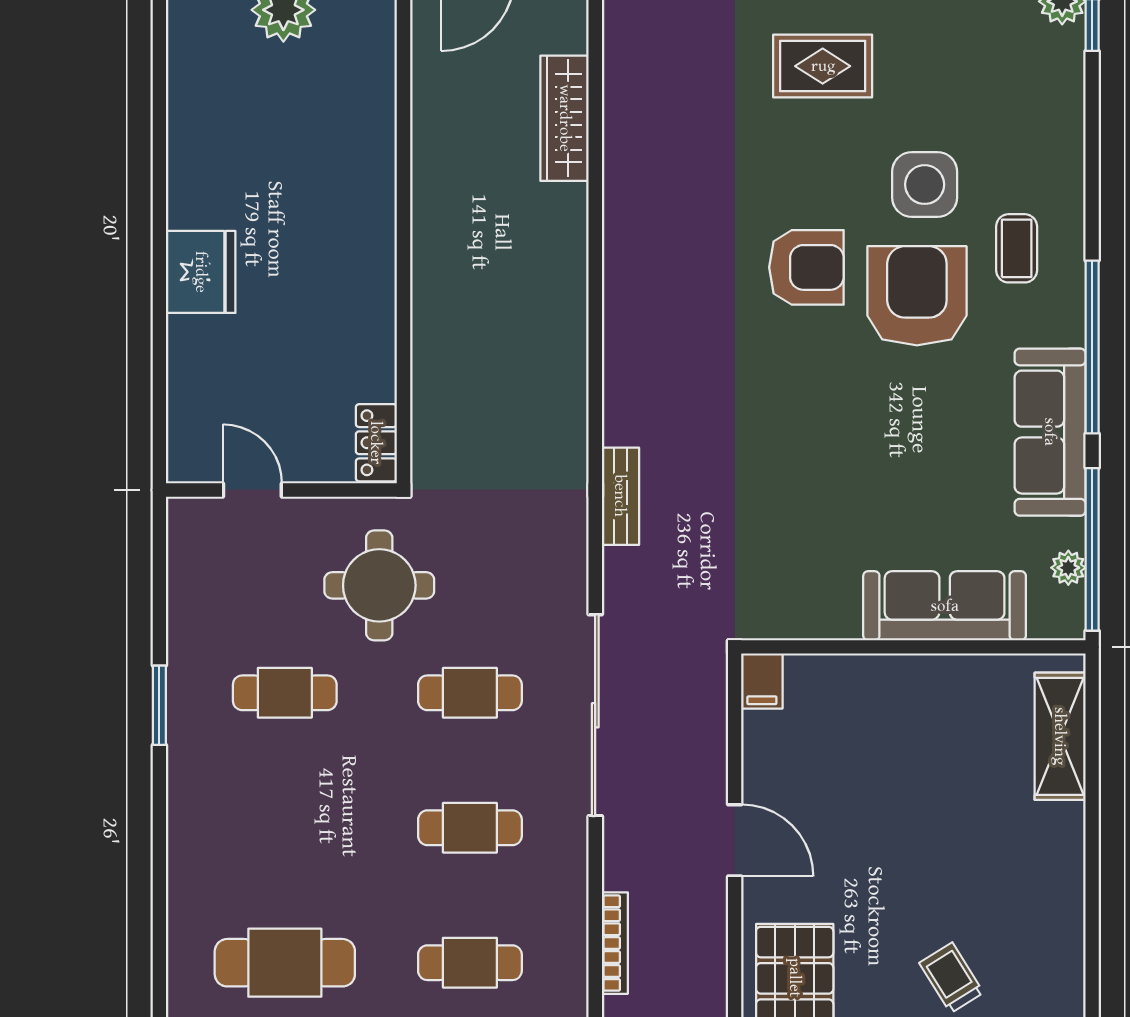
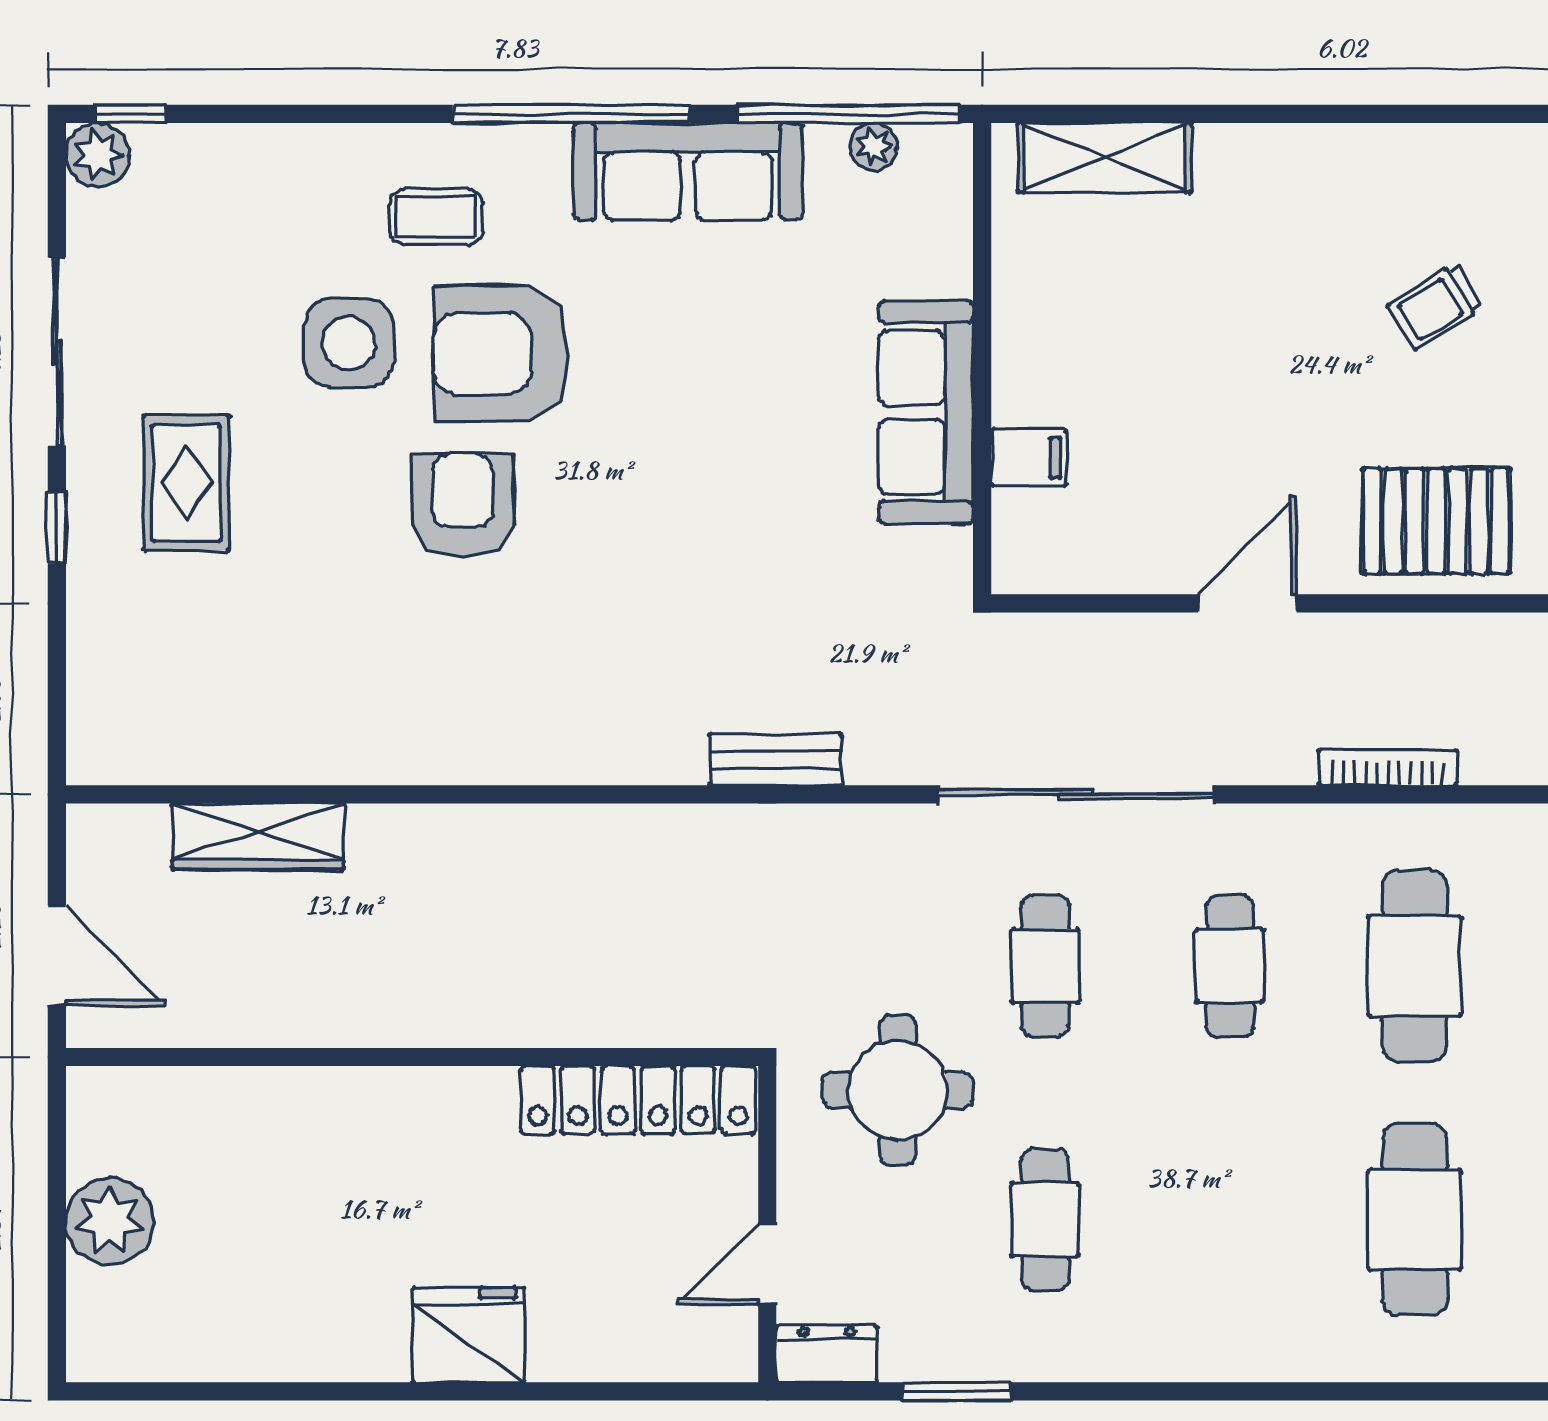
locker: (376, 443) -> (638, 1100), width x2.16, depth x1.21
dresser: (187, 533) -> (827, 1354), added
sofa: (945, 606) -> (926, 412), moved
filing cabinet: (762, 681) -> (1029, 458), moved
window: (159, 705) -> (957, 1391), moved
cafe table: (470, 963) -> (1415, 966), width x1.37, depth x1.35

